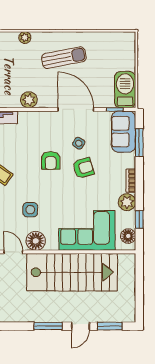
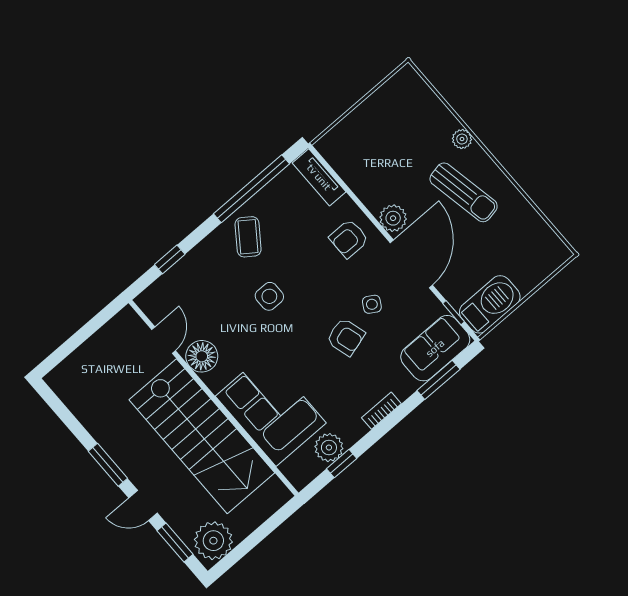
plant: (25, 37) -> (462, 139), moved
plant: (29, 100) -> (393, 218), moved
armchair: (51, 160) -> (349, 239), moved
plant: (127, 202) -> (329, 448), moved
side table: (30, 210) -> (269, 296), moved
floor lamp: (128, 236) -> (309, 468), removed
plant: (124, 308) -> (213, 541), added

